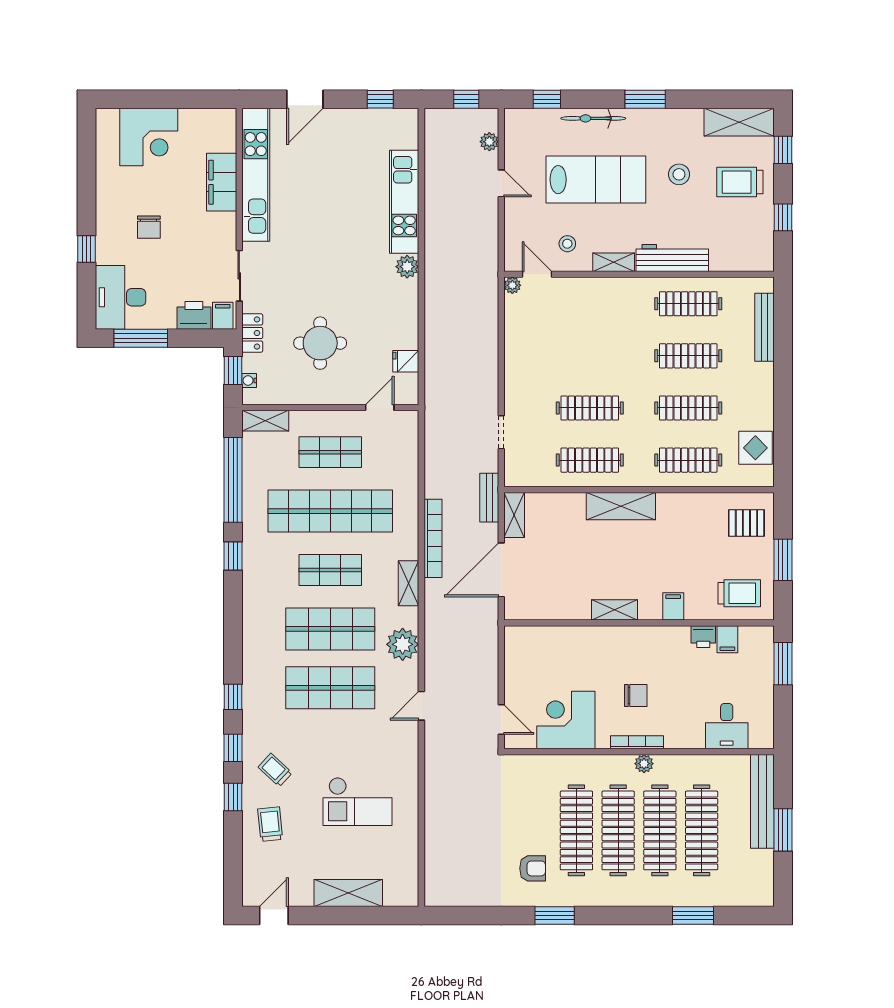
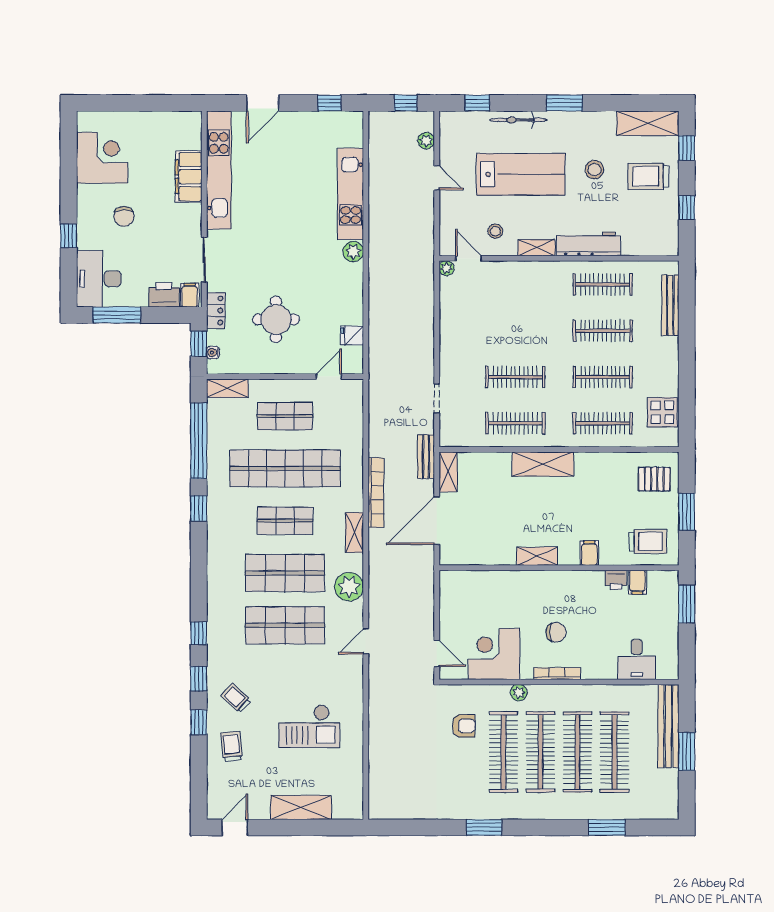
corner desk: (149, 137) -> (102, 158), moved, turned -90
plant: (644, 764) -> (519, 693), moved
armchair: (533, 868) -> (464, 726), moved

